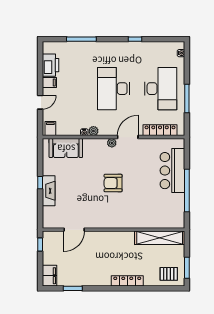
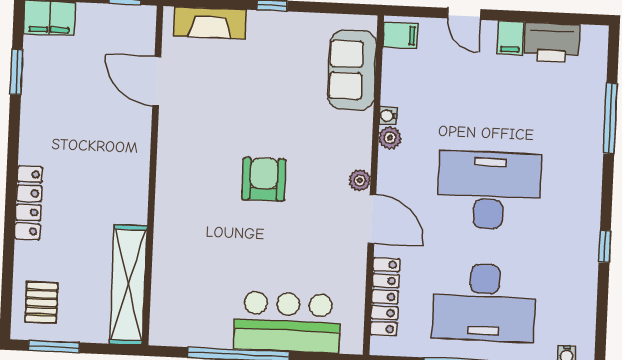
fireplace: (49, 191) -> (210, 23), moved

